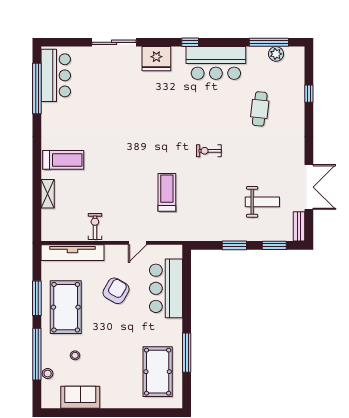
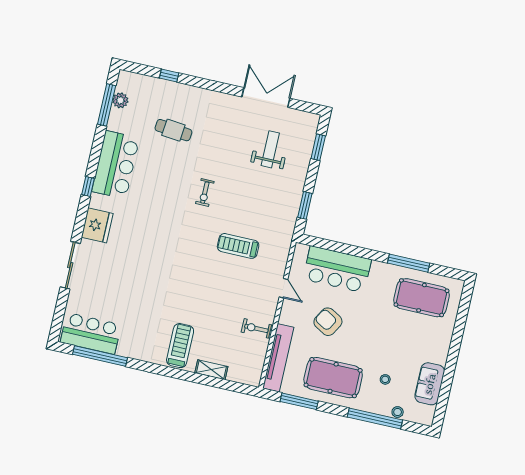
bench: (299, 226) -> (304, 117), removed
window: (234, 245) -> (305, 205), moved
window: (37, 298) -> (299, 401), moved

